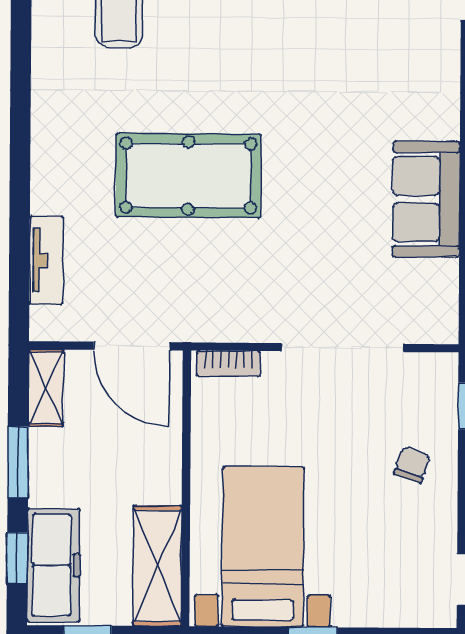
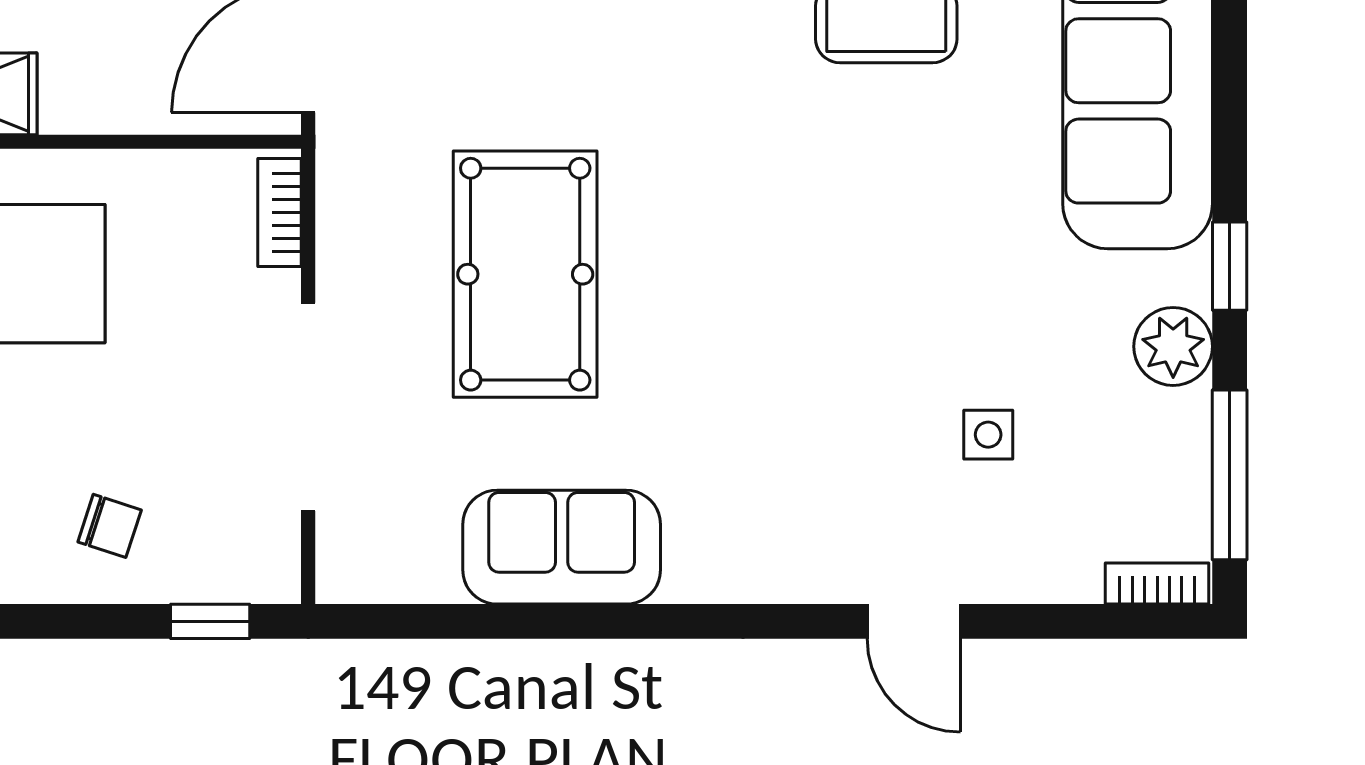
pool table: (188, 176) -> (525, 274), moved

